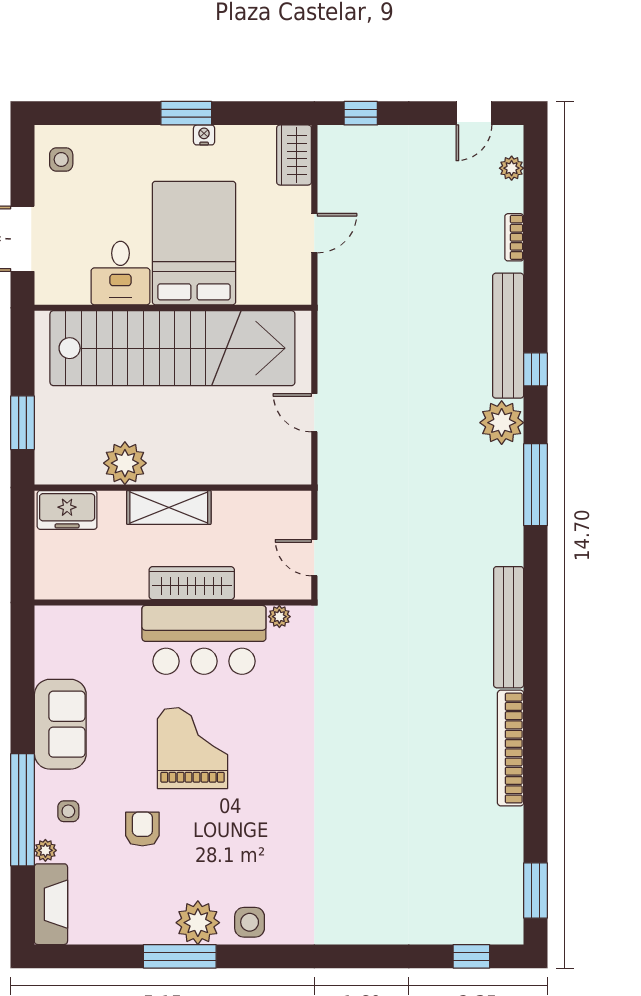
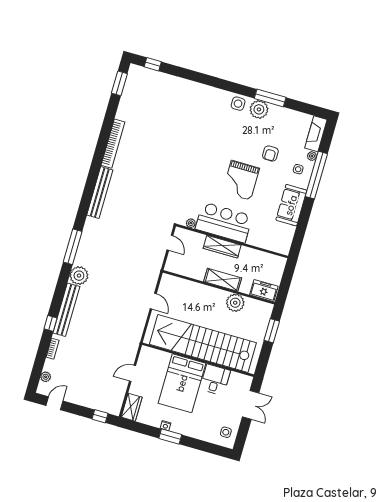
window: (535, 369) -> (51, 323), moved

